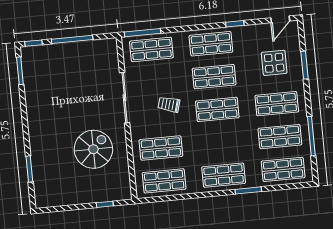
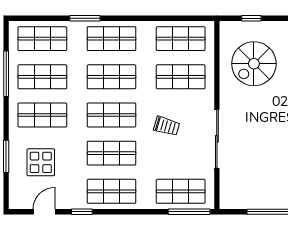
door: (280, 19) -> (44, 212), moved
shop shelf: (220, 142) -> (111, 77), added
spiral stairs: (93, 149) -> (254, 64), moved

